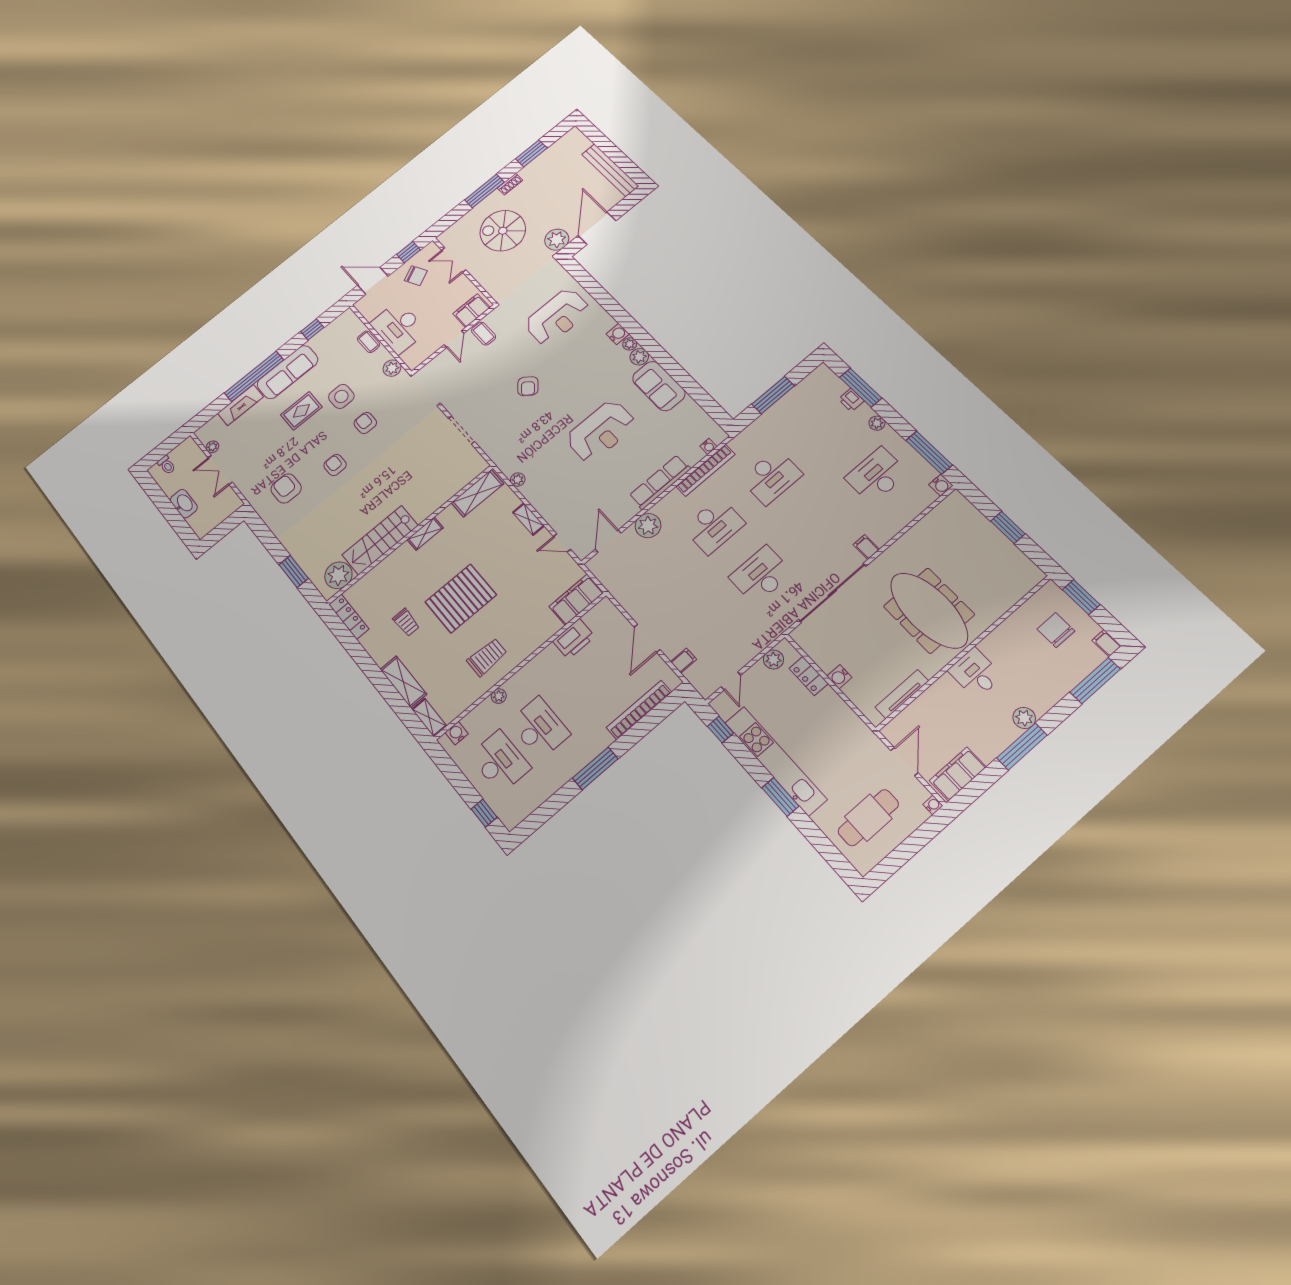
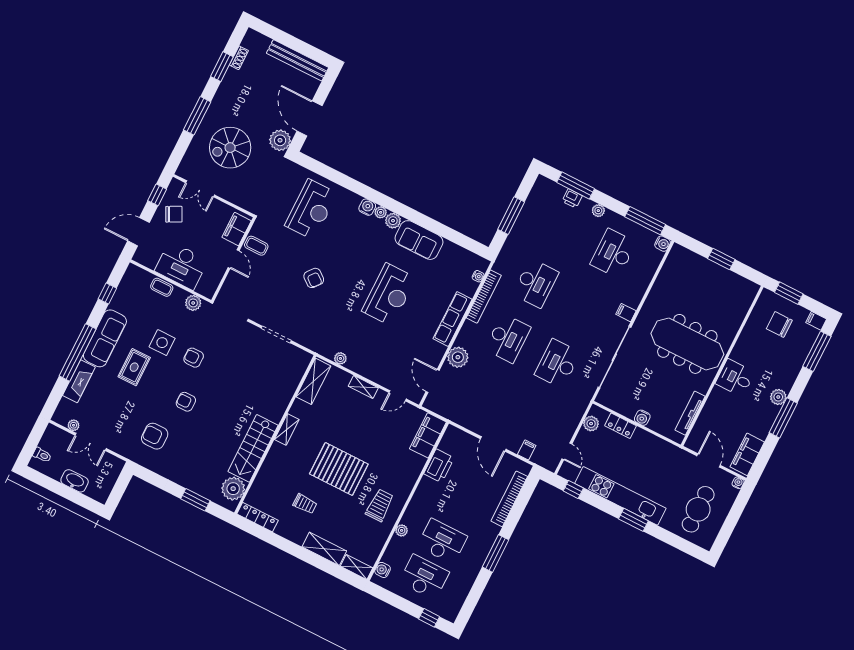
shoe rack: (510, 184) -> (239, 58), moved
pallet: (461, 598) -> (339, 469), turned 90

